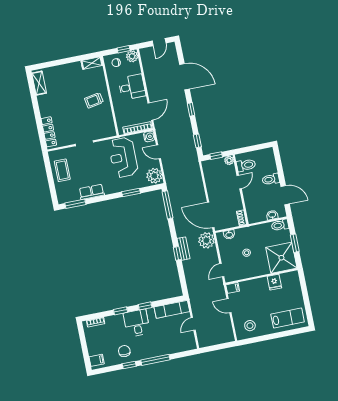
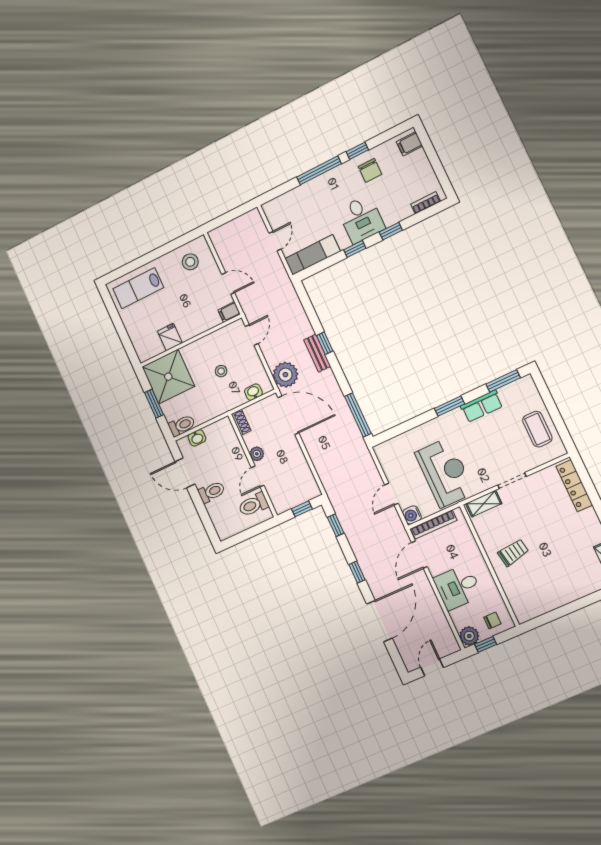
shelving: (92, 63) -> (484, 504), moved
door: (184, 77) -> (379, 621), swing flipped
door: (158, 152) -> (392, 494), swing flipped
plant: (229, 160) -> (257, 454), moved
plant: (154, 176) -> (389, 455), removed
window: (131, 193) -> (449, 406), moved

